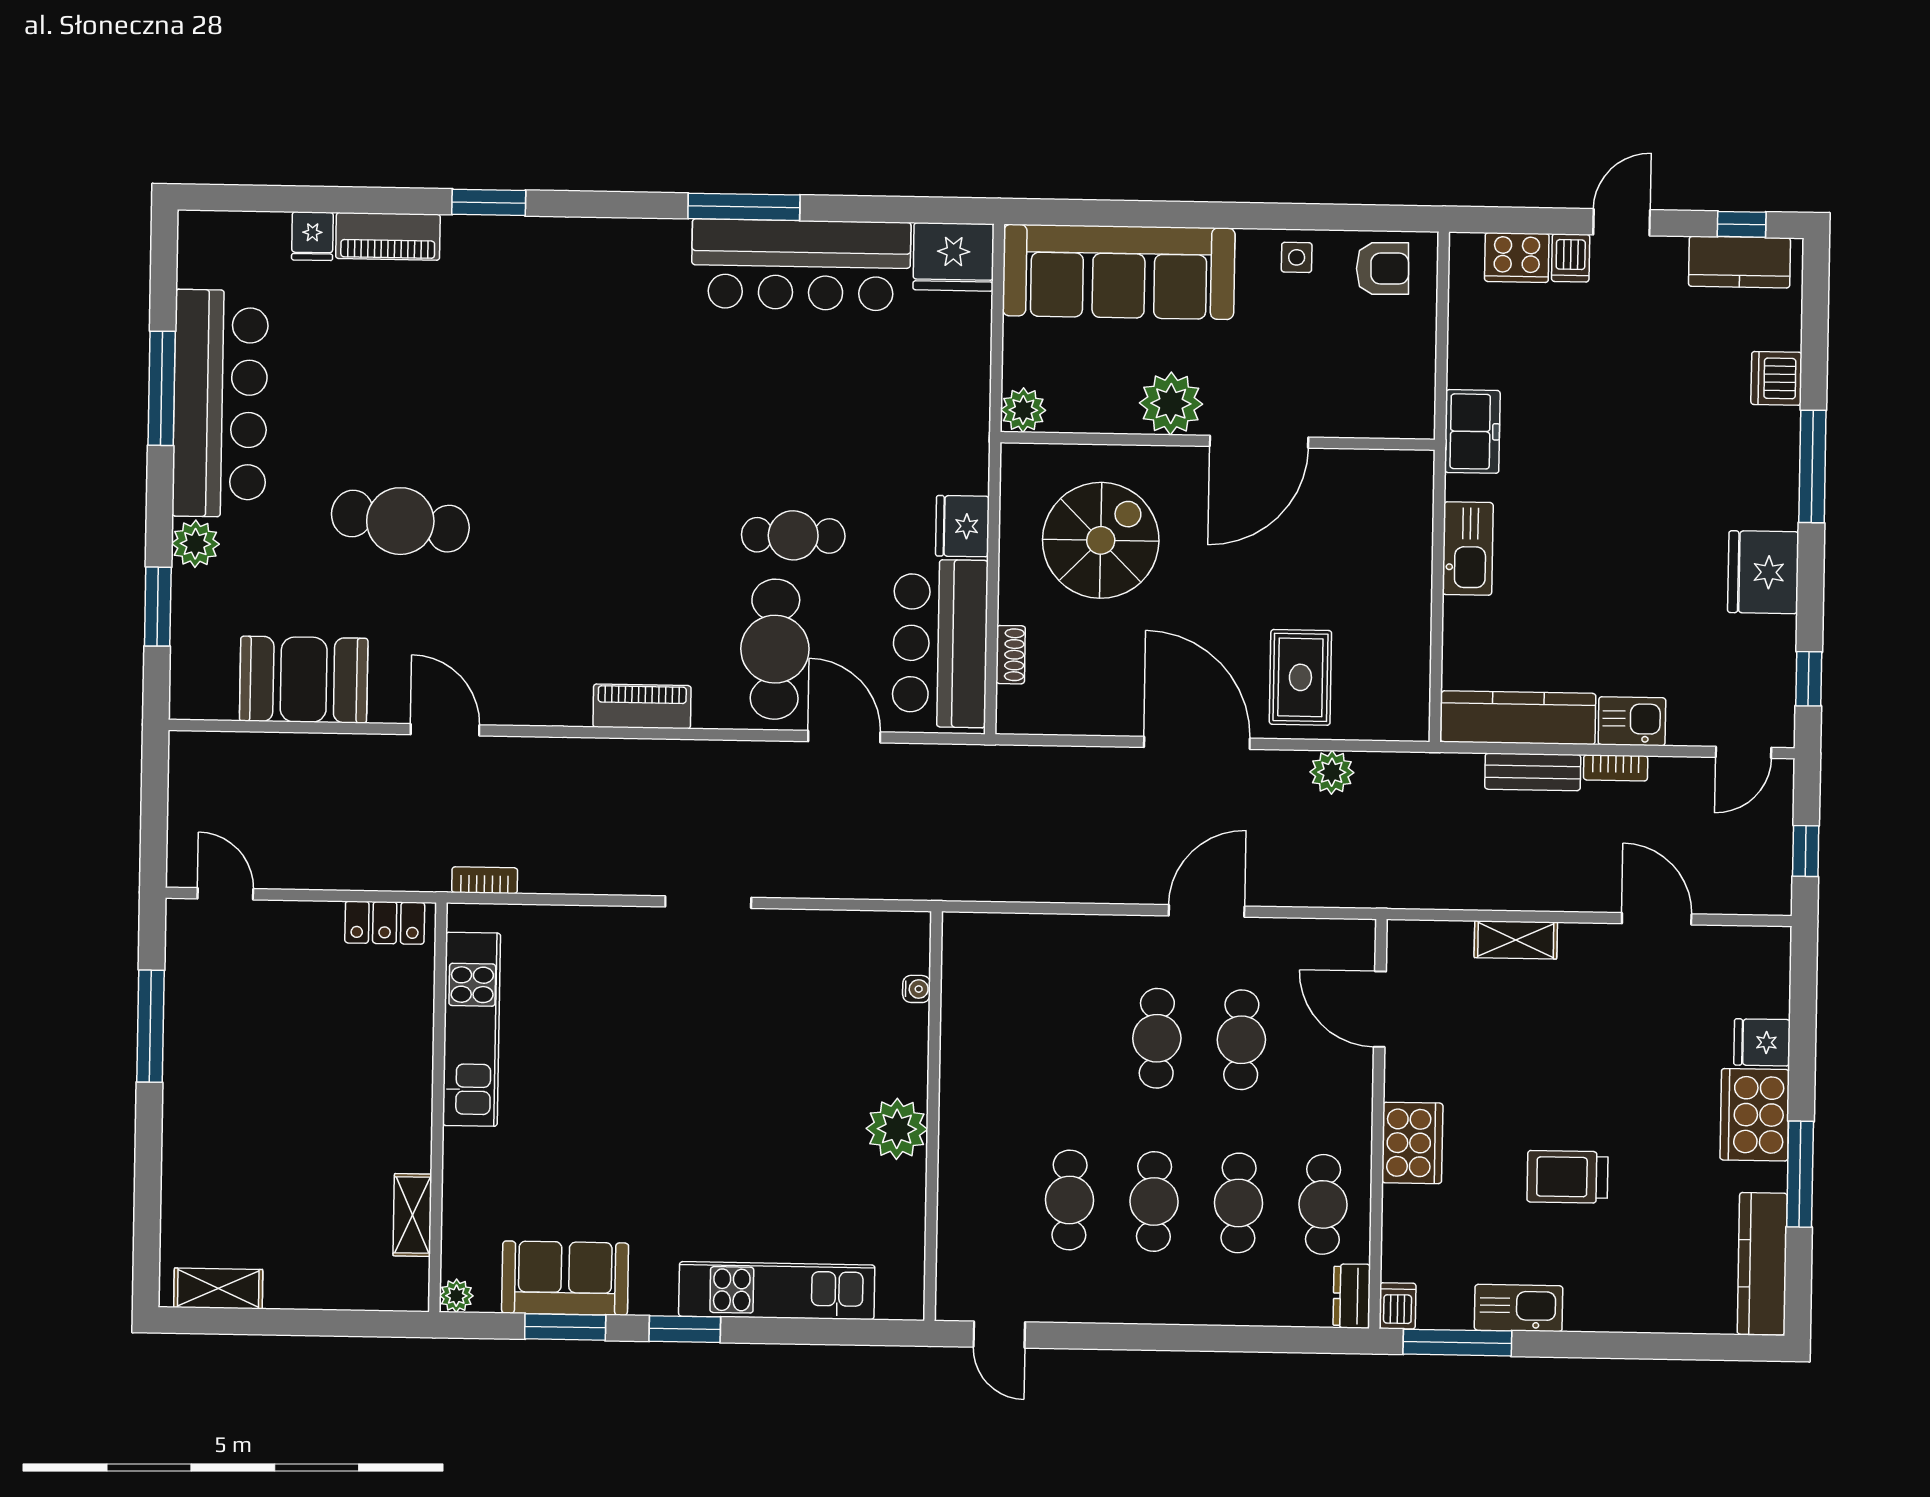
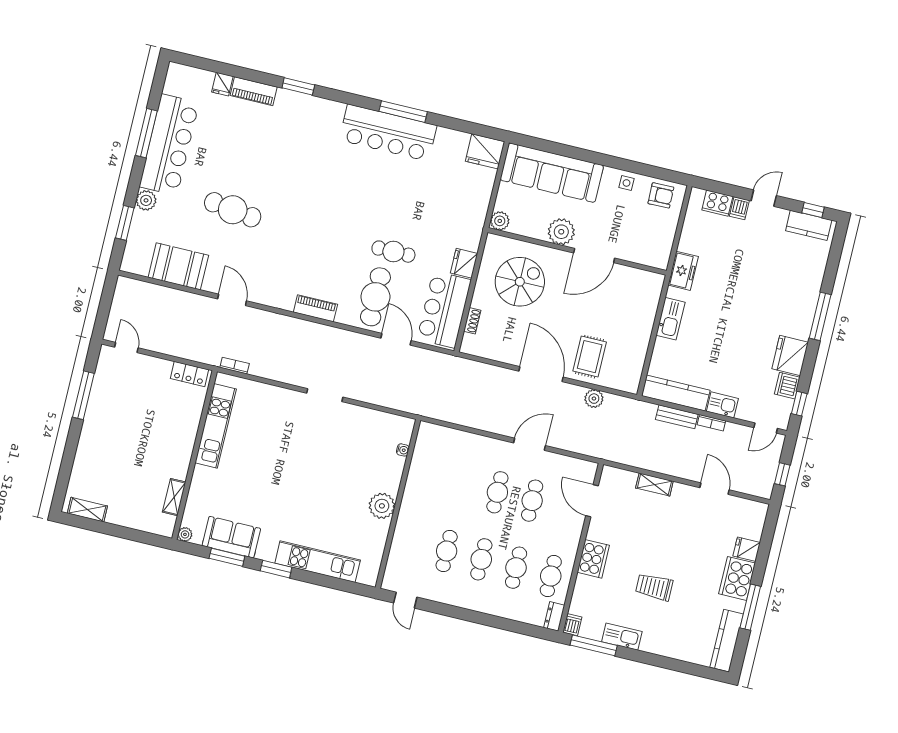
bar counter: (801, 265) -> (388, 133), moved
dishwasher: (1776, 378) -> (787, 386), moved

